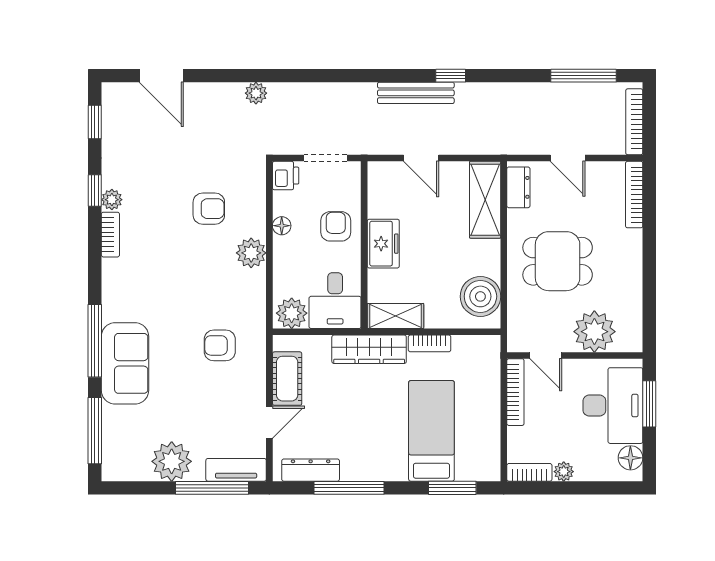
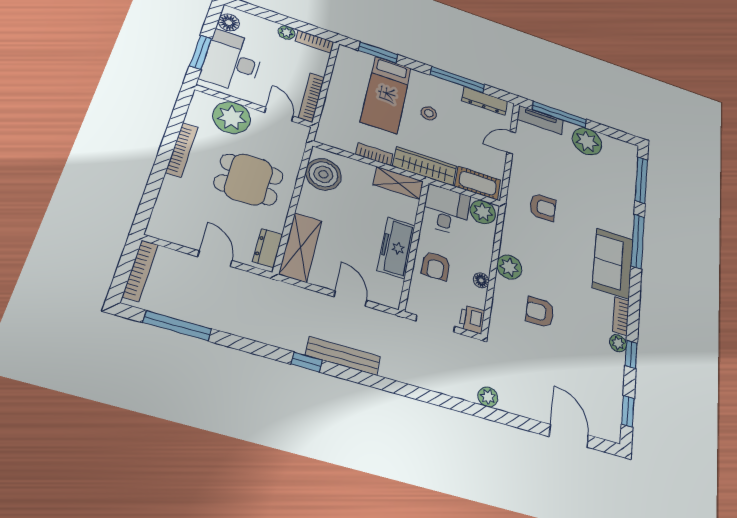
bookcase: (634, 195) -> (182, 150), moved
freezer: (383, 244) -> (396, 248), width x1.40
sofa: (125, 363) -> (613, 263), moved
cot: (287, 379) -> (478, 183), moved, turned 90
stool: (376, 425) -> (429, 113), added

